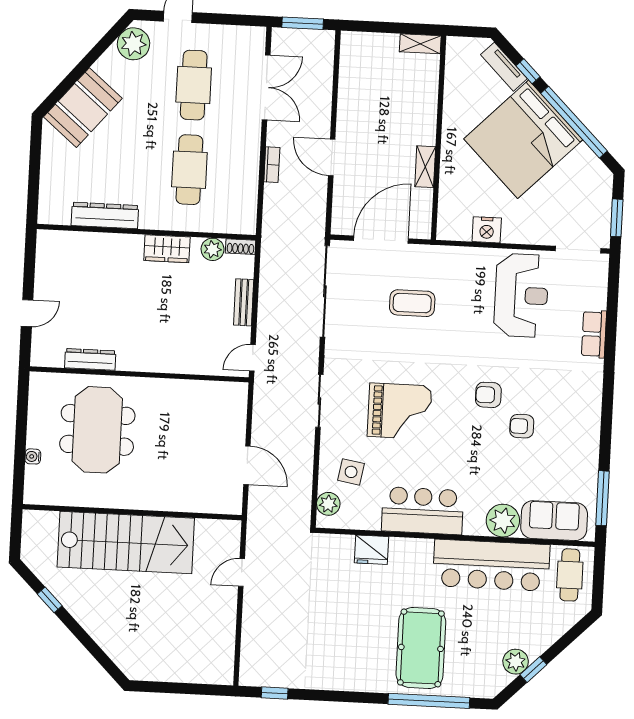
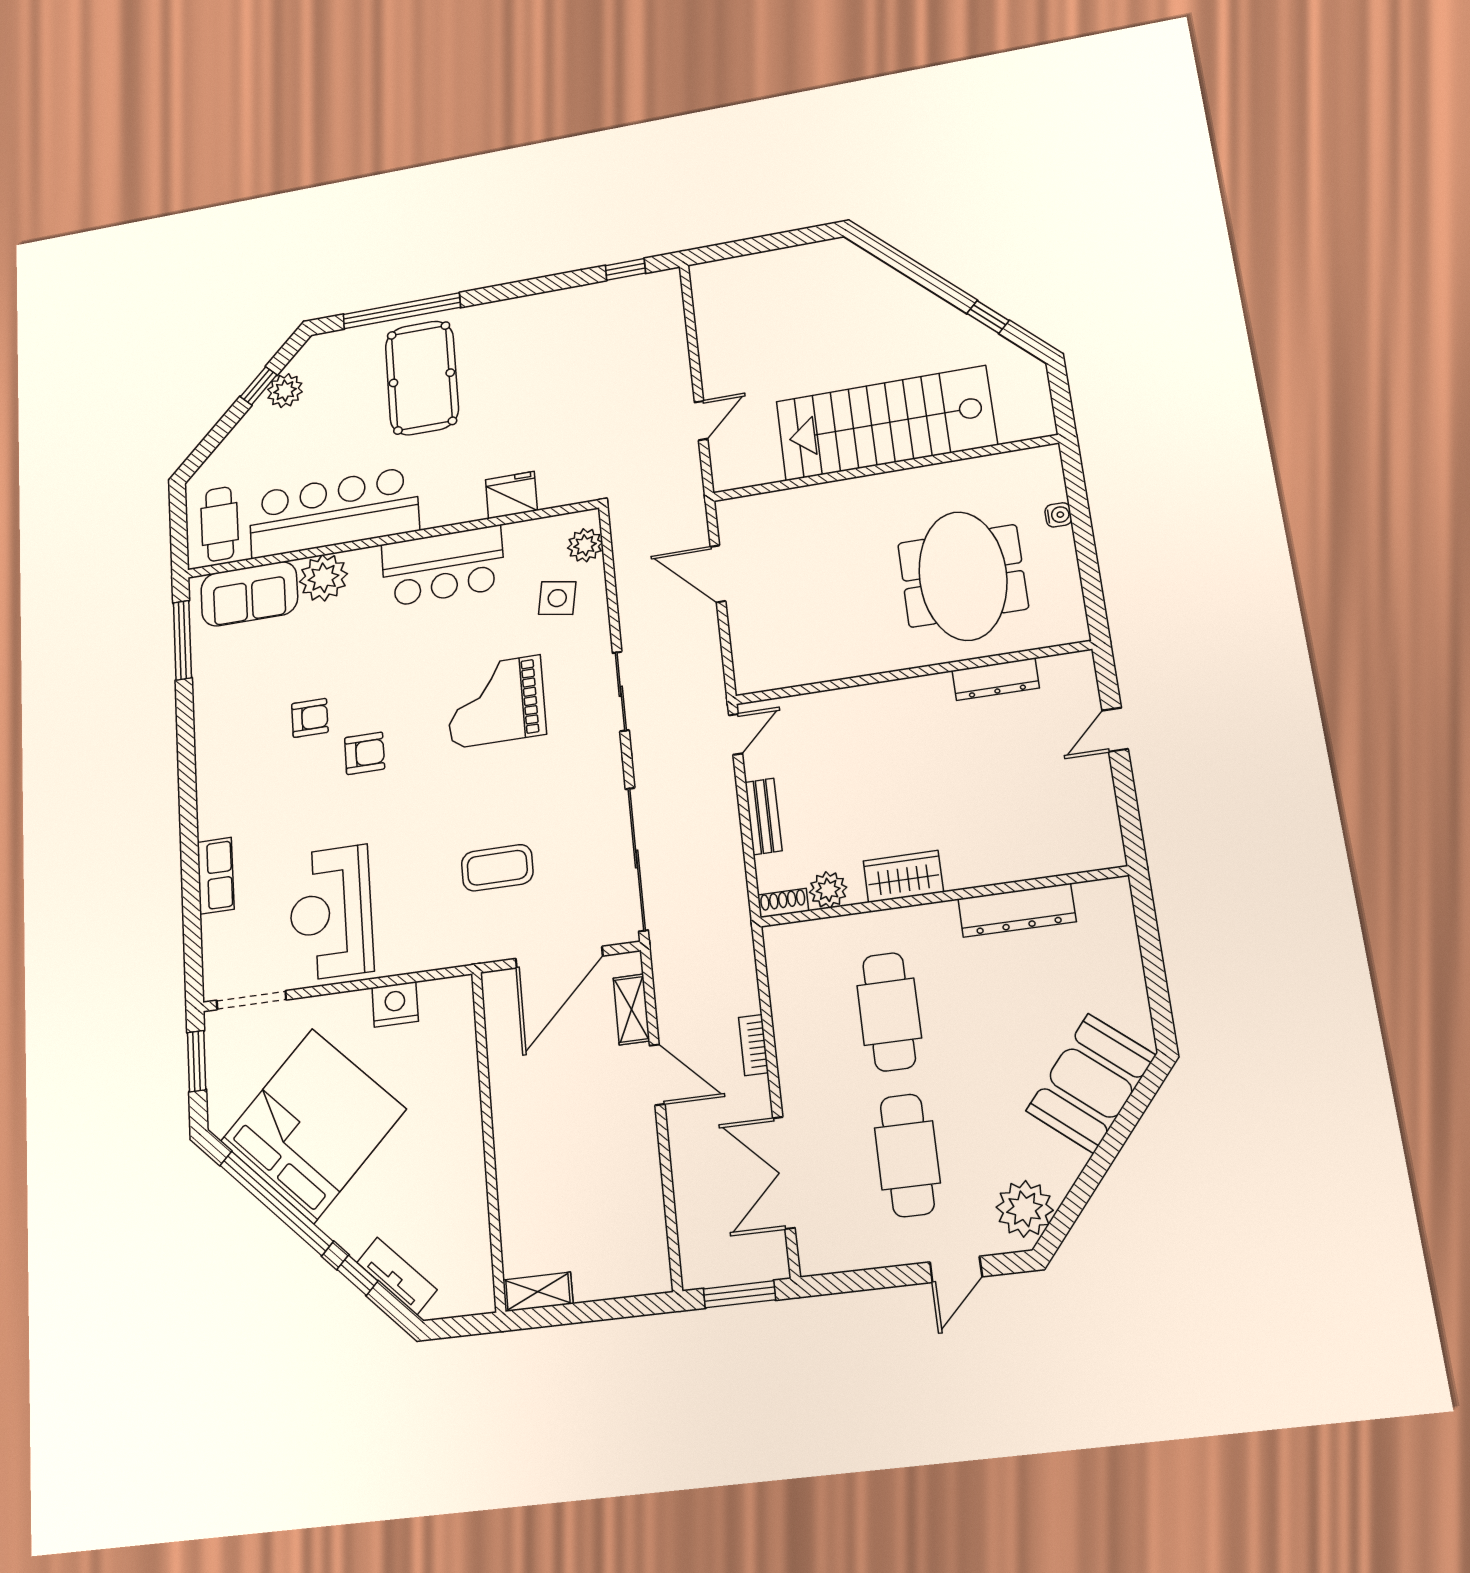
bed: (523, 139) -> (313, 1125), moved
shelving: (425, 167) -> (631, 1009), moved

